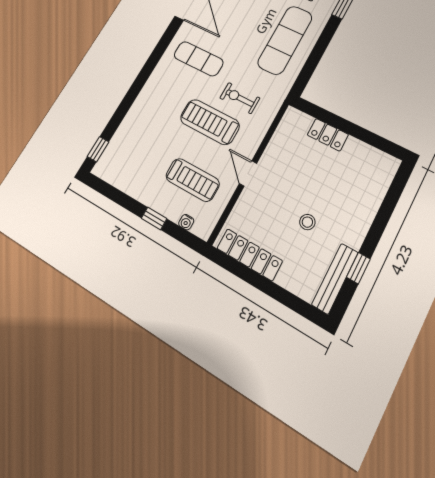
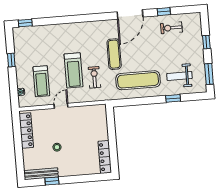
exercise mat: (199, 59) -> (114, 54), moved
treadmill: (210, 122) -> (74, 70), turned 180
locker: (328, 135) -> (105, 157), moved, width x1.53
window: (154, 218) -> (11, 60), moved

